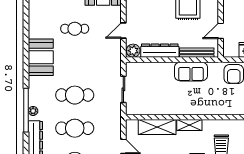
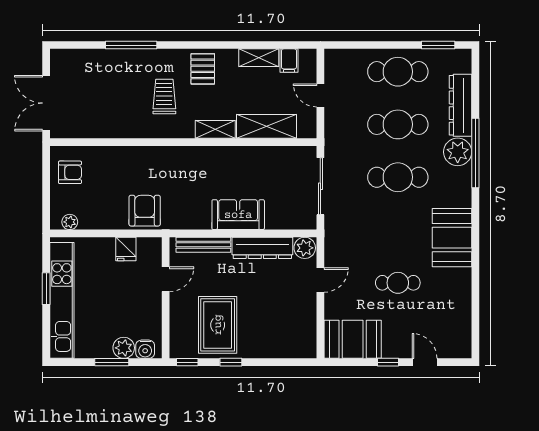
sofa: (191, 72) -> (238, 215), moved
sliding door: (123, 89) -> (320, 186), width x1.37
plant: (33, 111) -> (458, 152), width x1.87, depth x1.87

